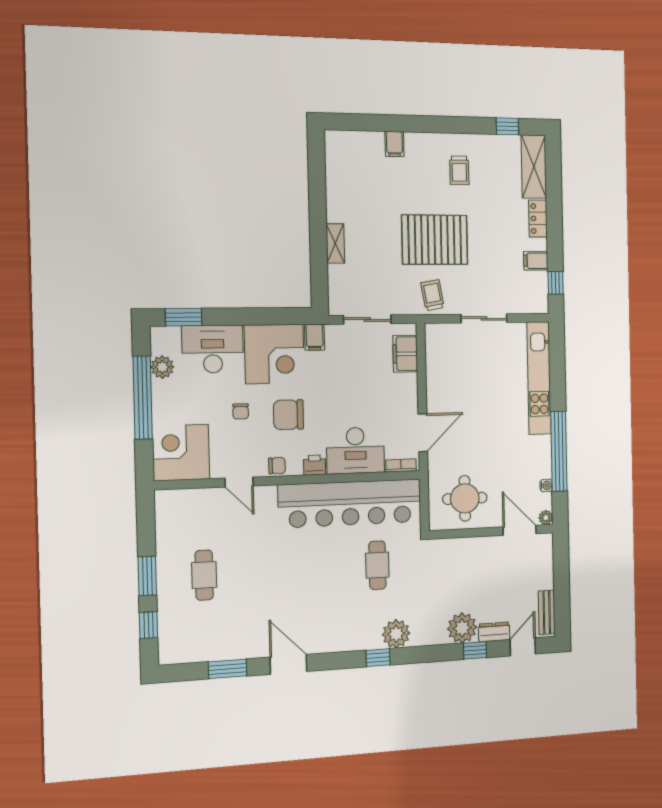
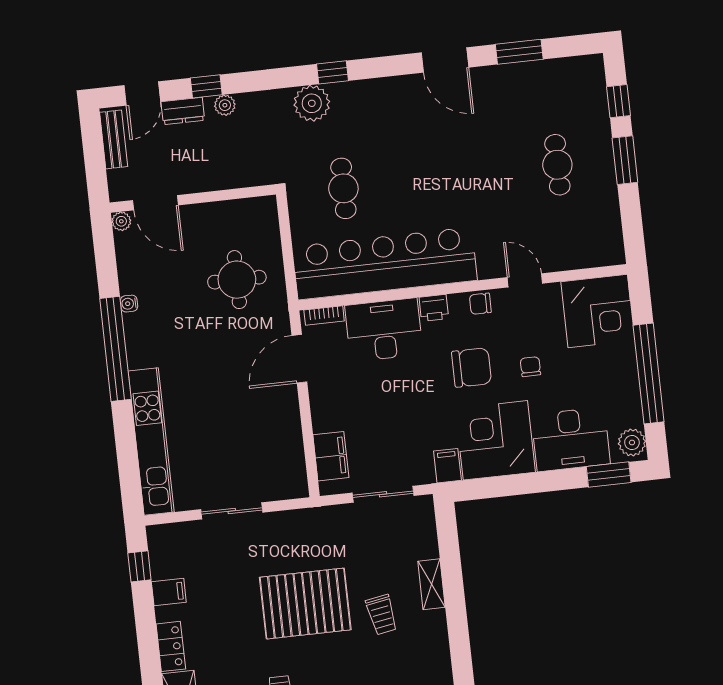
trolley: (432, 295) -> (382, 615), moved
plant: (162, 367) -> (632, 442), moved
plant: (546, 518) -> (121, 221), moved
door: (520, 530) -> (155, 203), moved
wall: (492, 532) -> (193, 199), moved
plant: (462, 628) -> (225, 105), width x0.53, depth x0.53

